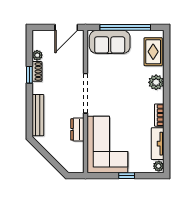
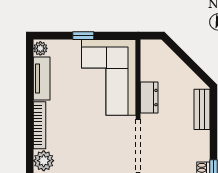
bench: (38, 115) -> (202, 109), width x0.73
bookcase: (159, 115) -> (39, 125), width x1.56

